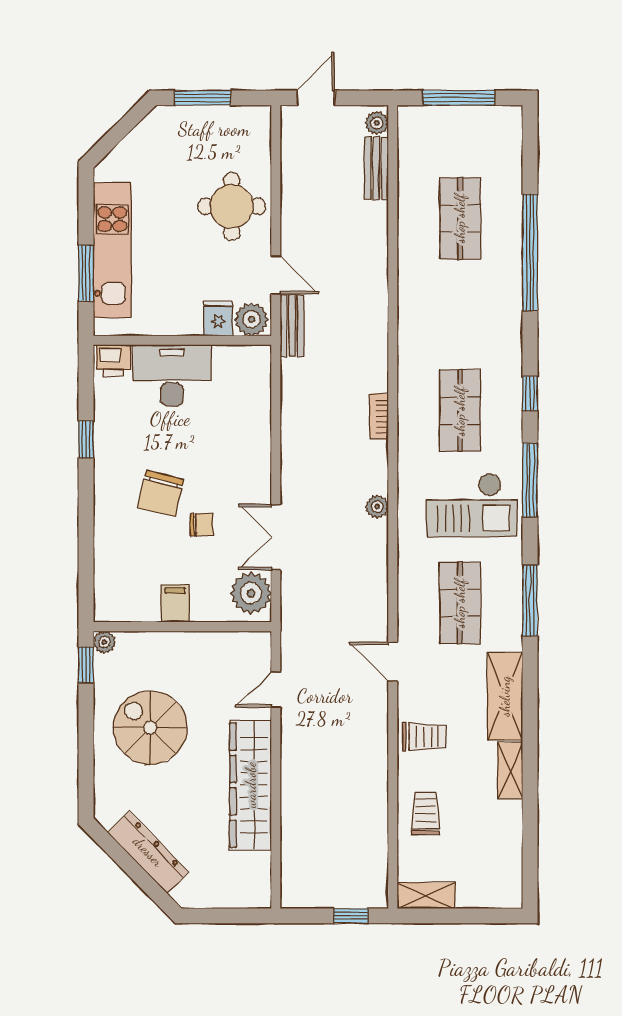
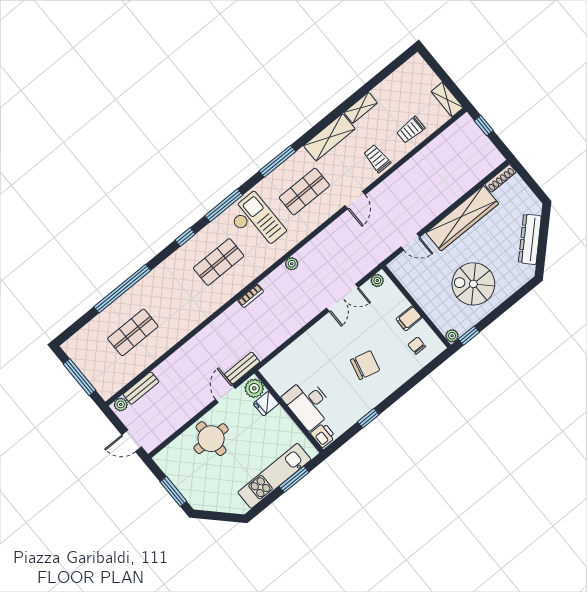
chair: (202, 525) -> (417, 346), moved
plant: (251, 593) -> (377, 281), width x0.53, depth x0.53
spiral stairs: (150, 728) -> (473, 284), turned 90
shoe rack: (262, 880) -> (500, 178), added

